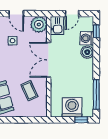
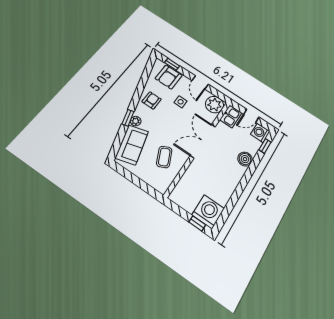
washing machine: (87, 38) -> (260, 133), moved
window: (96, 94) -> (229, 207), removed
washing machine: (72, 107) -> (208, 212), moved

